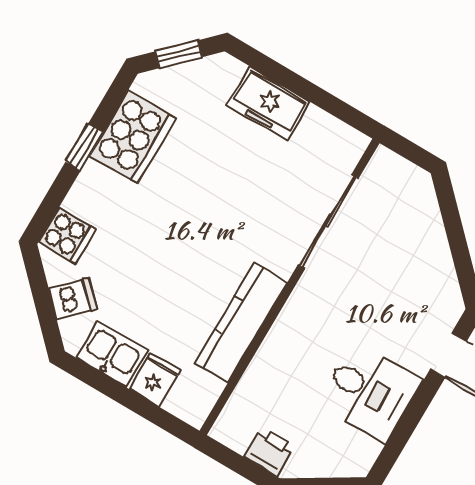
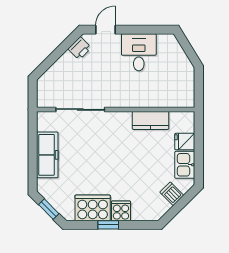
freezer: (268, 104) -> (47, 155), width x1.40
cooker: (67, 235) -> (121, 211), moved
kitchen counter: (241, 322) -> (150, 120), width x0.67
printer: (270, 452) -> (80, 48), moved, turned -135

